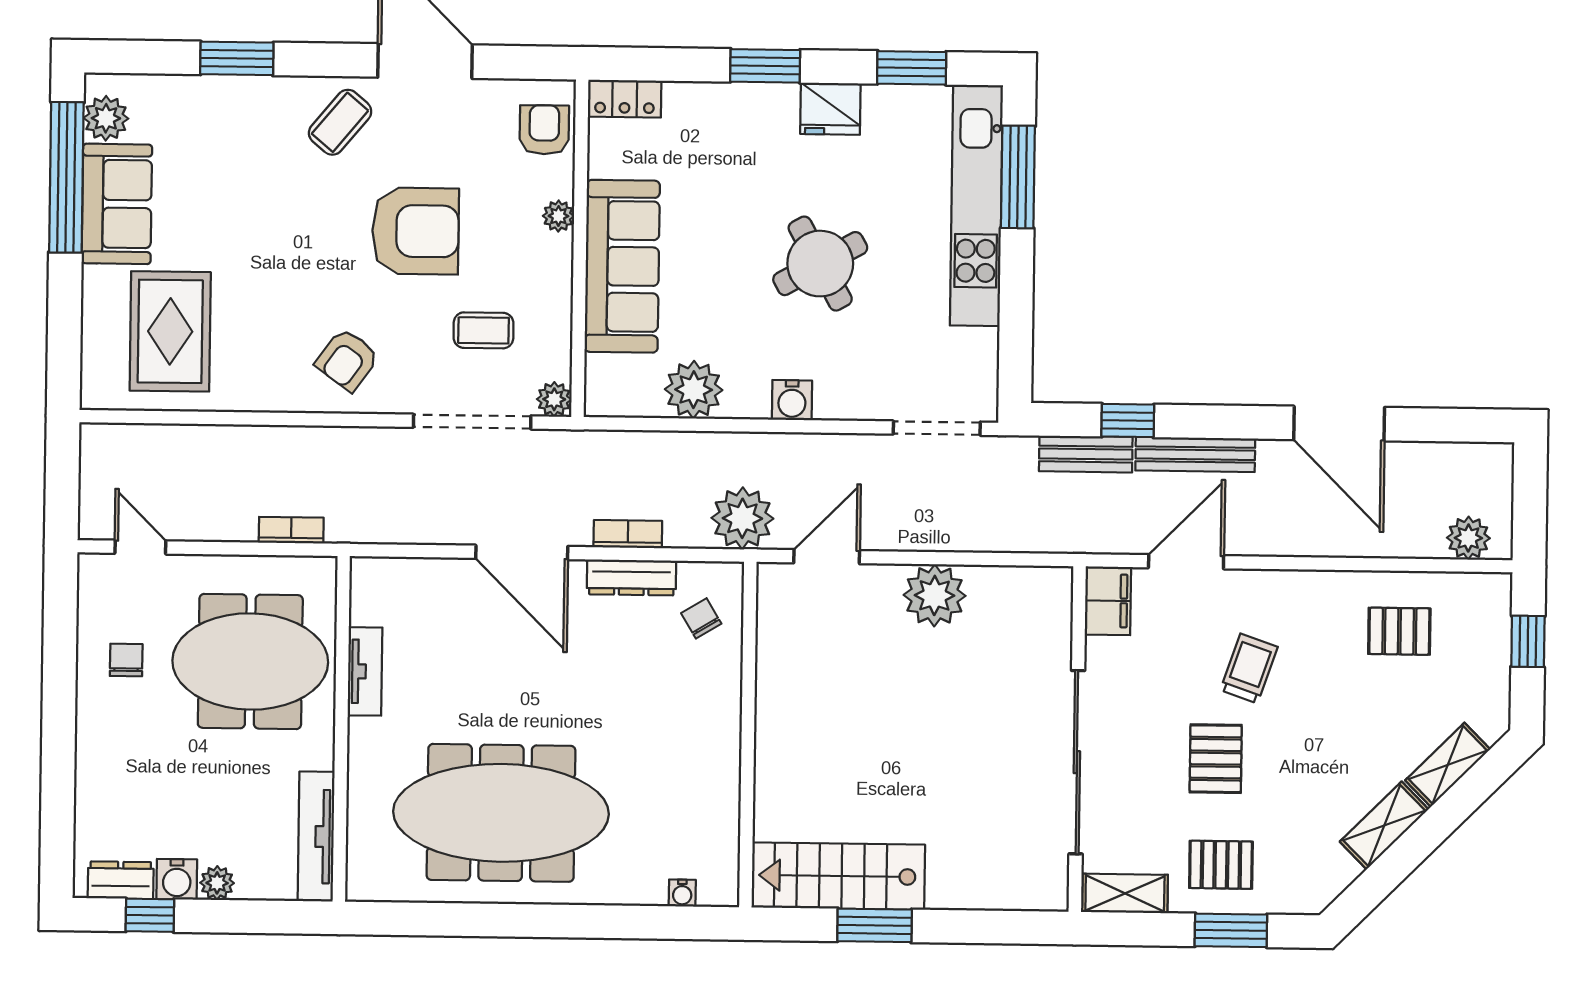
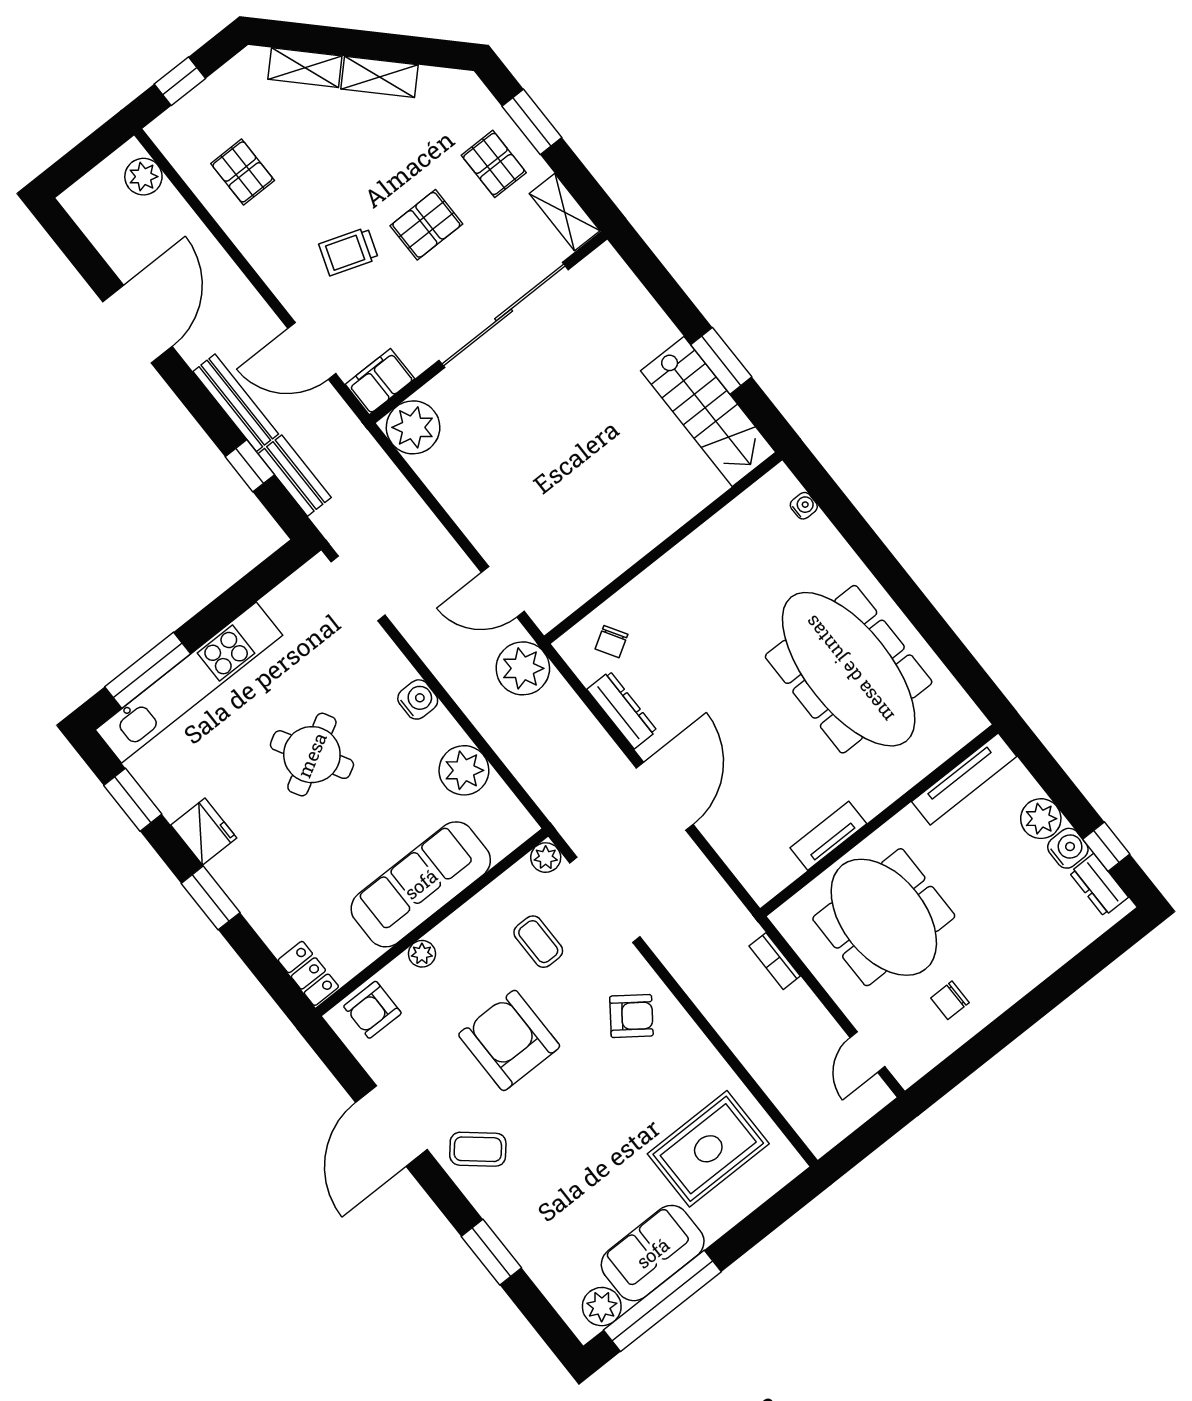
bookcase: (628, 534) -> (595, 736), removed
plant: (935, 595) -> (413, 427), moved
plant: (217, 883) -> (1041, 819), width x1.38, depth x1.38

